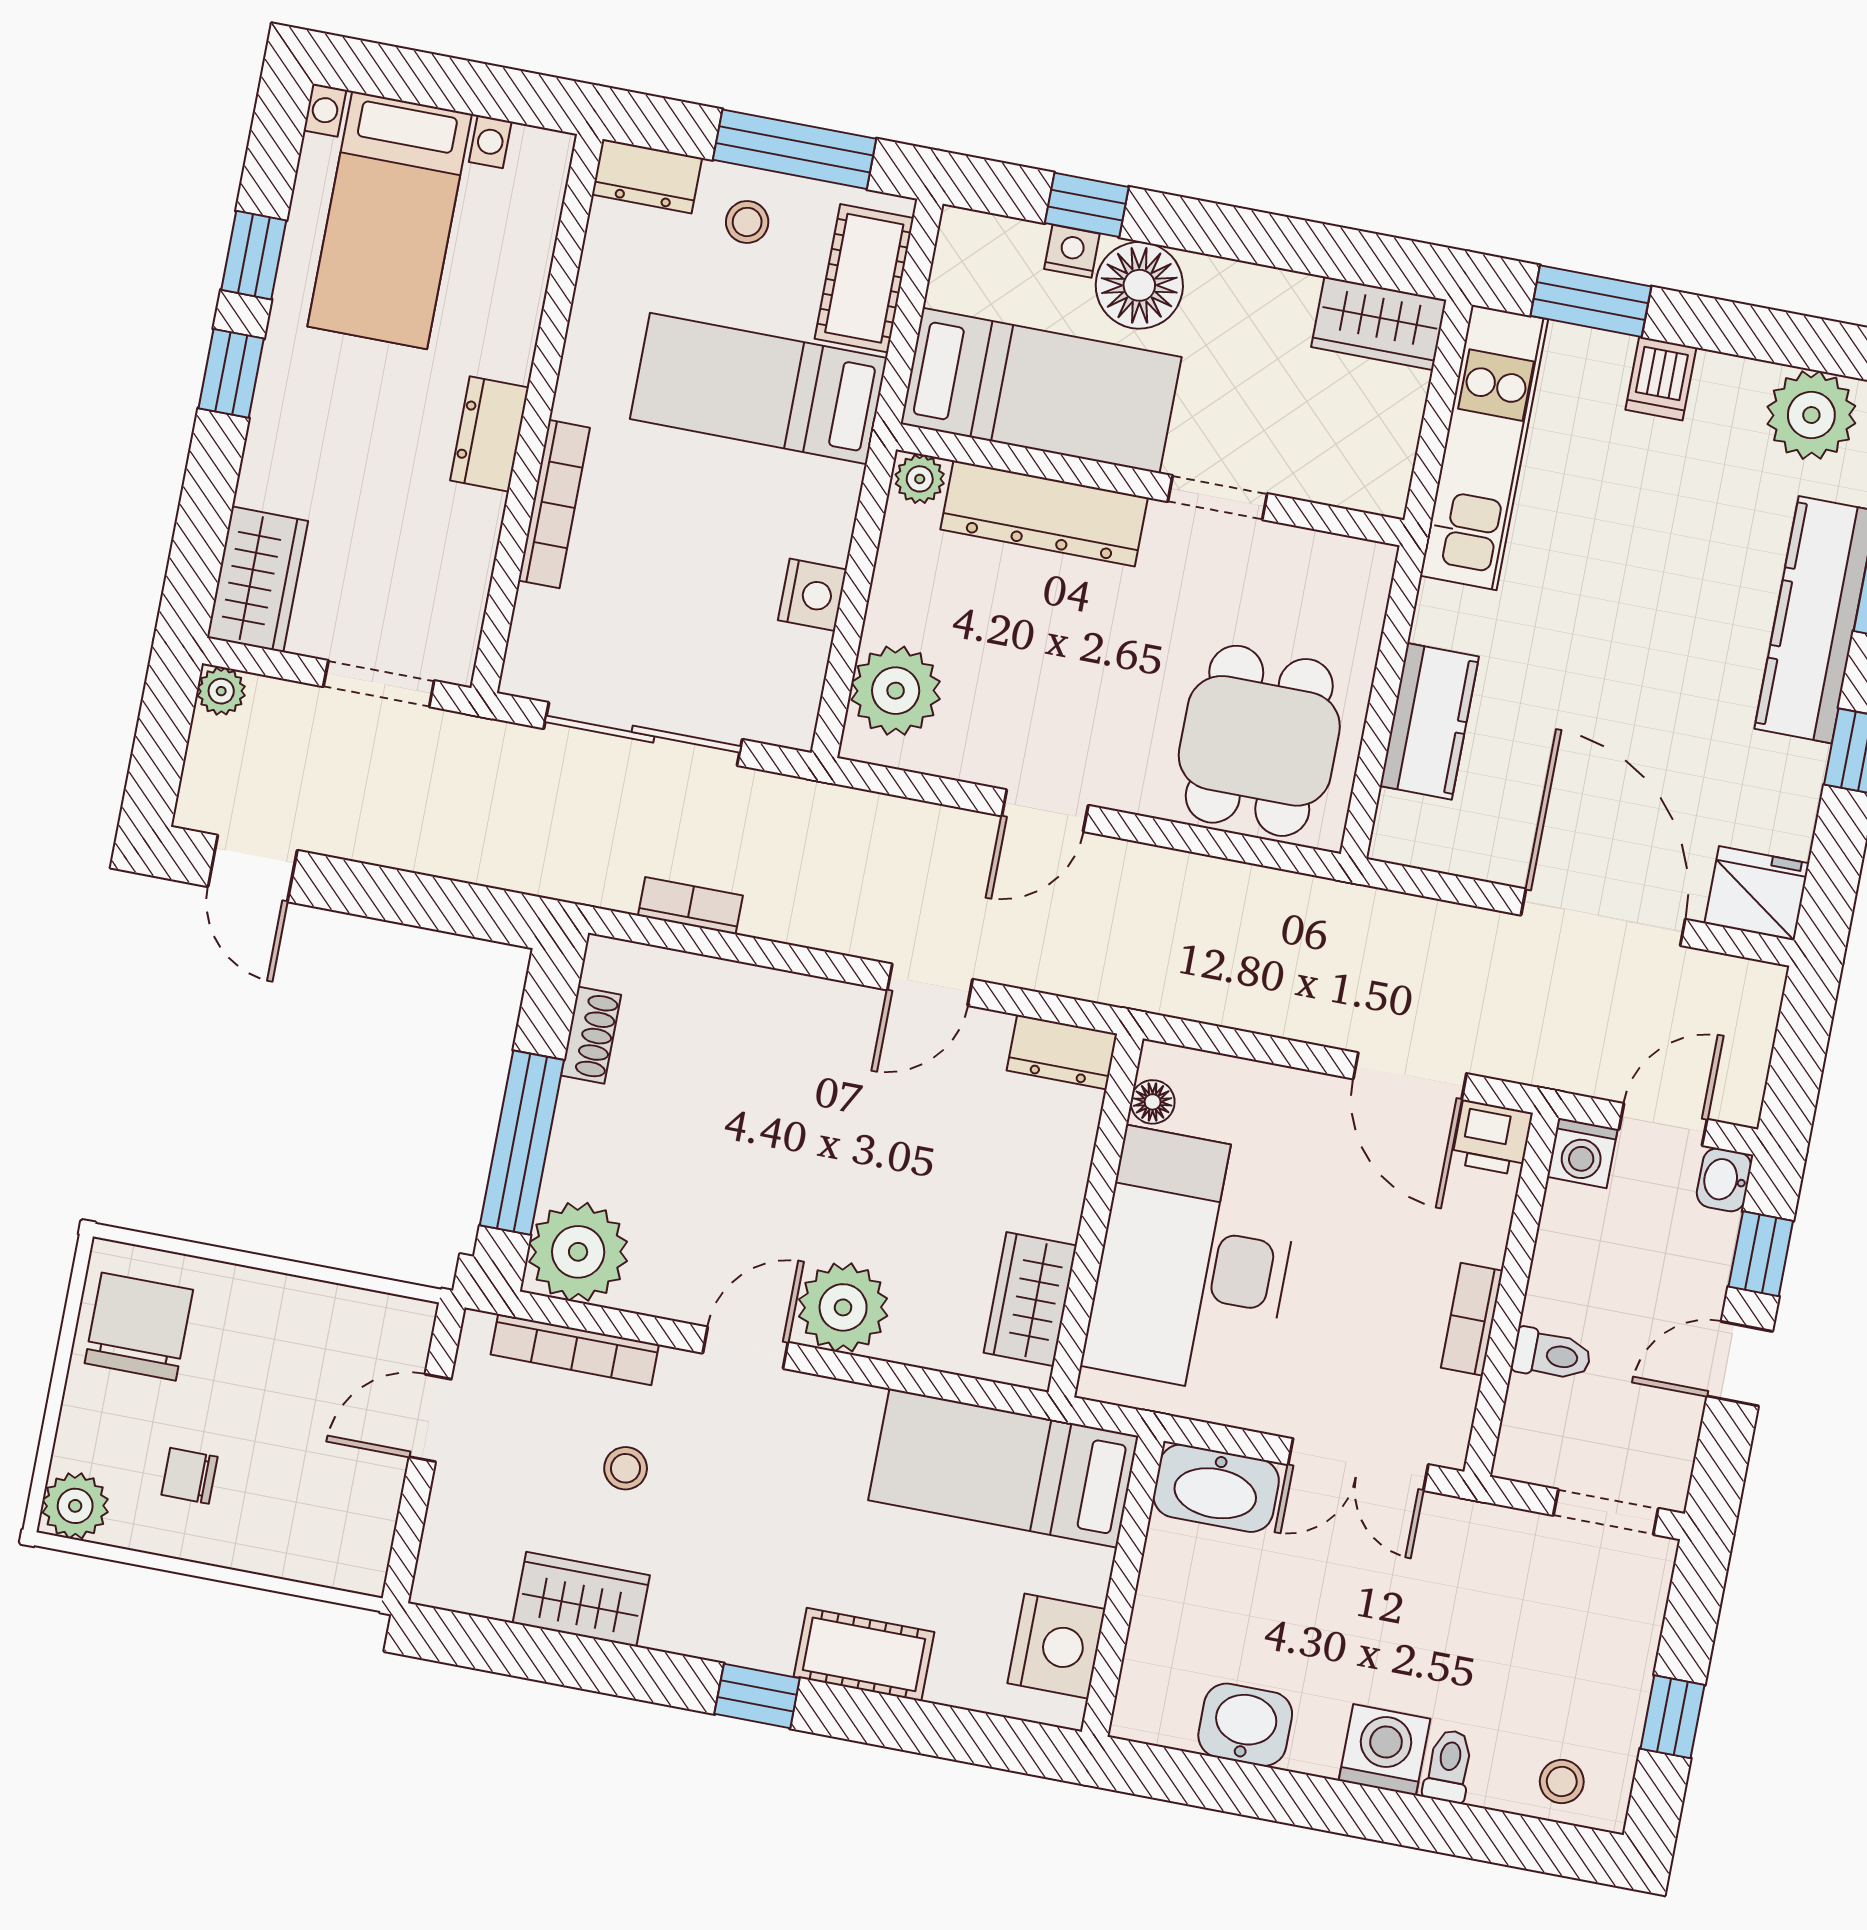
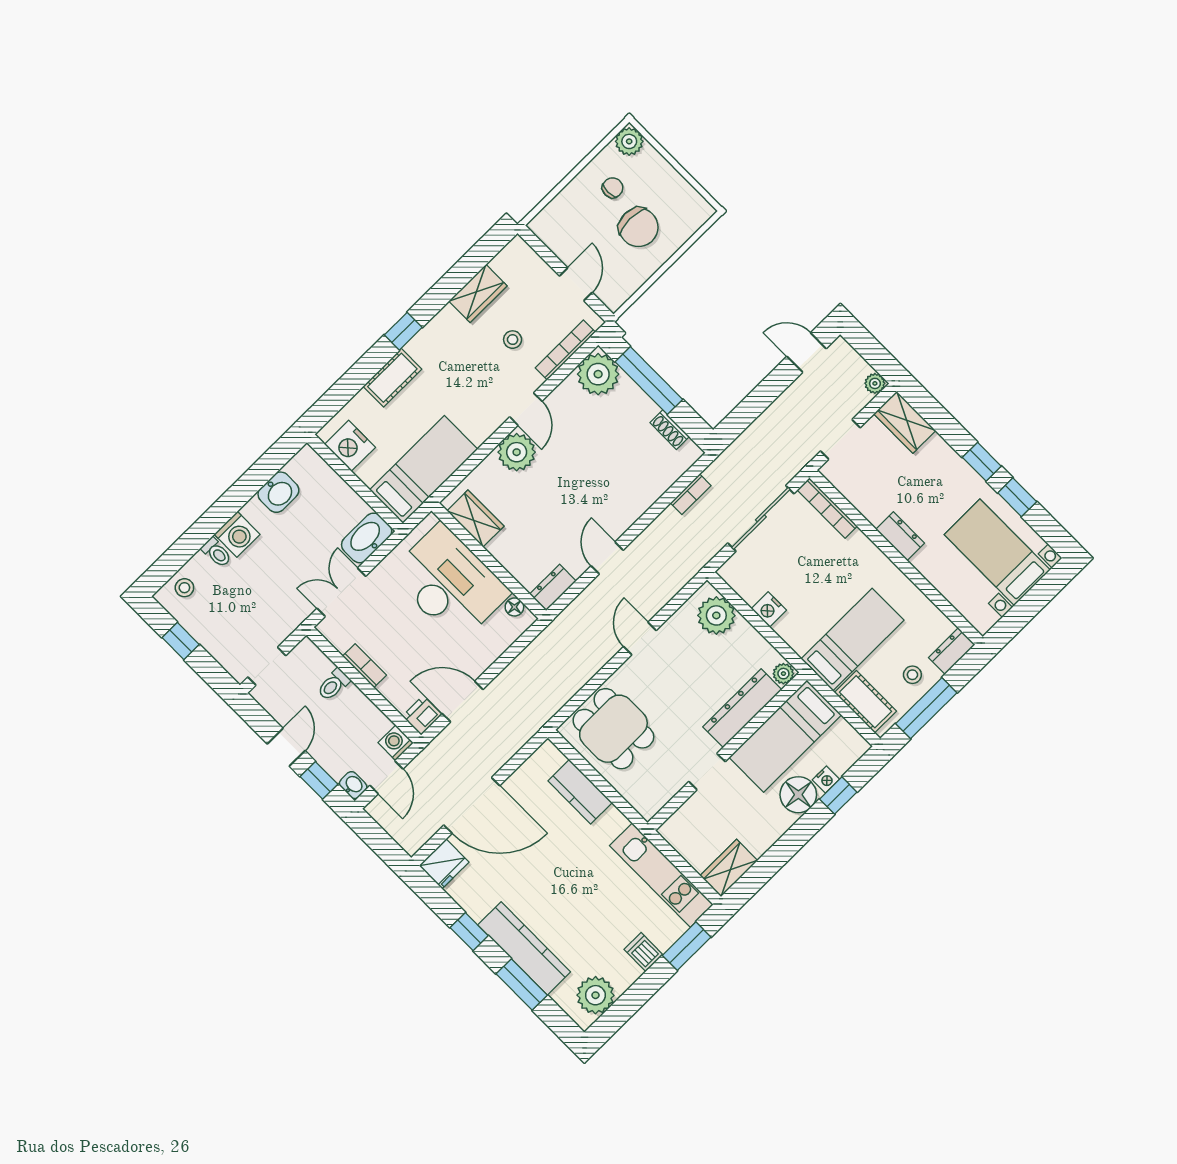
bookcase: (554, 504) -> (827, 508), moved
chair: (139, 1327) -> (639, 227), moved

